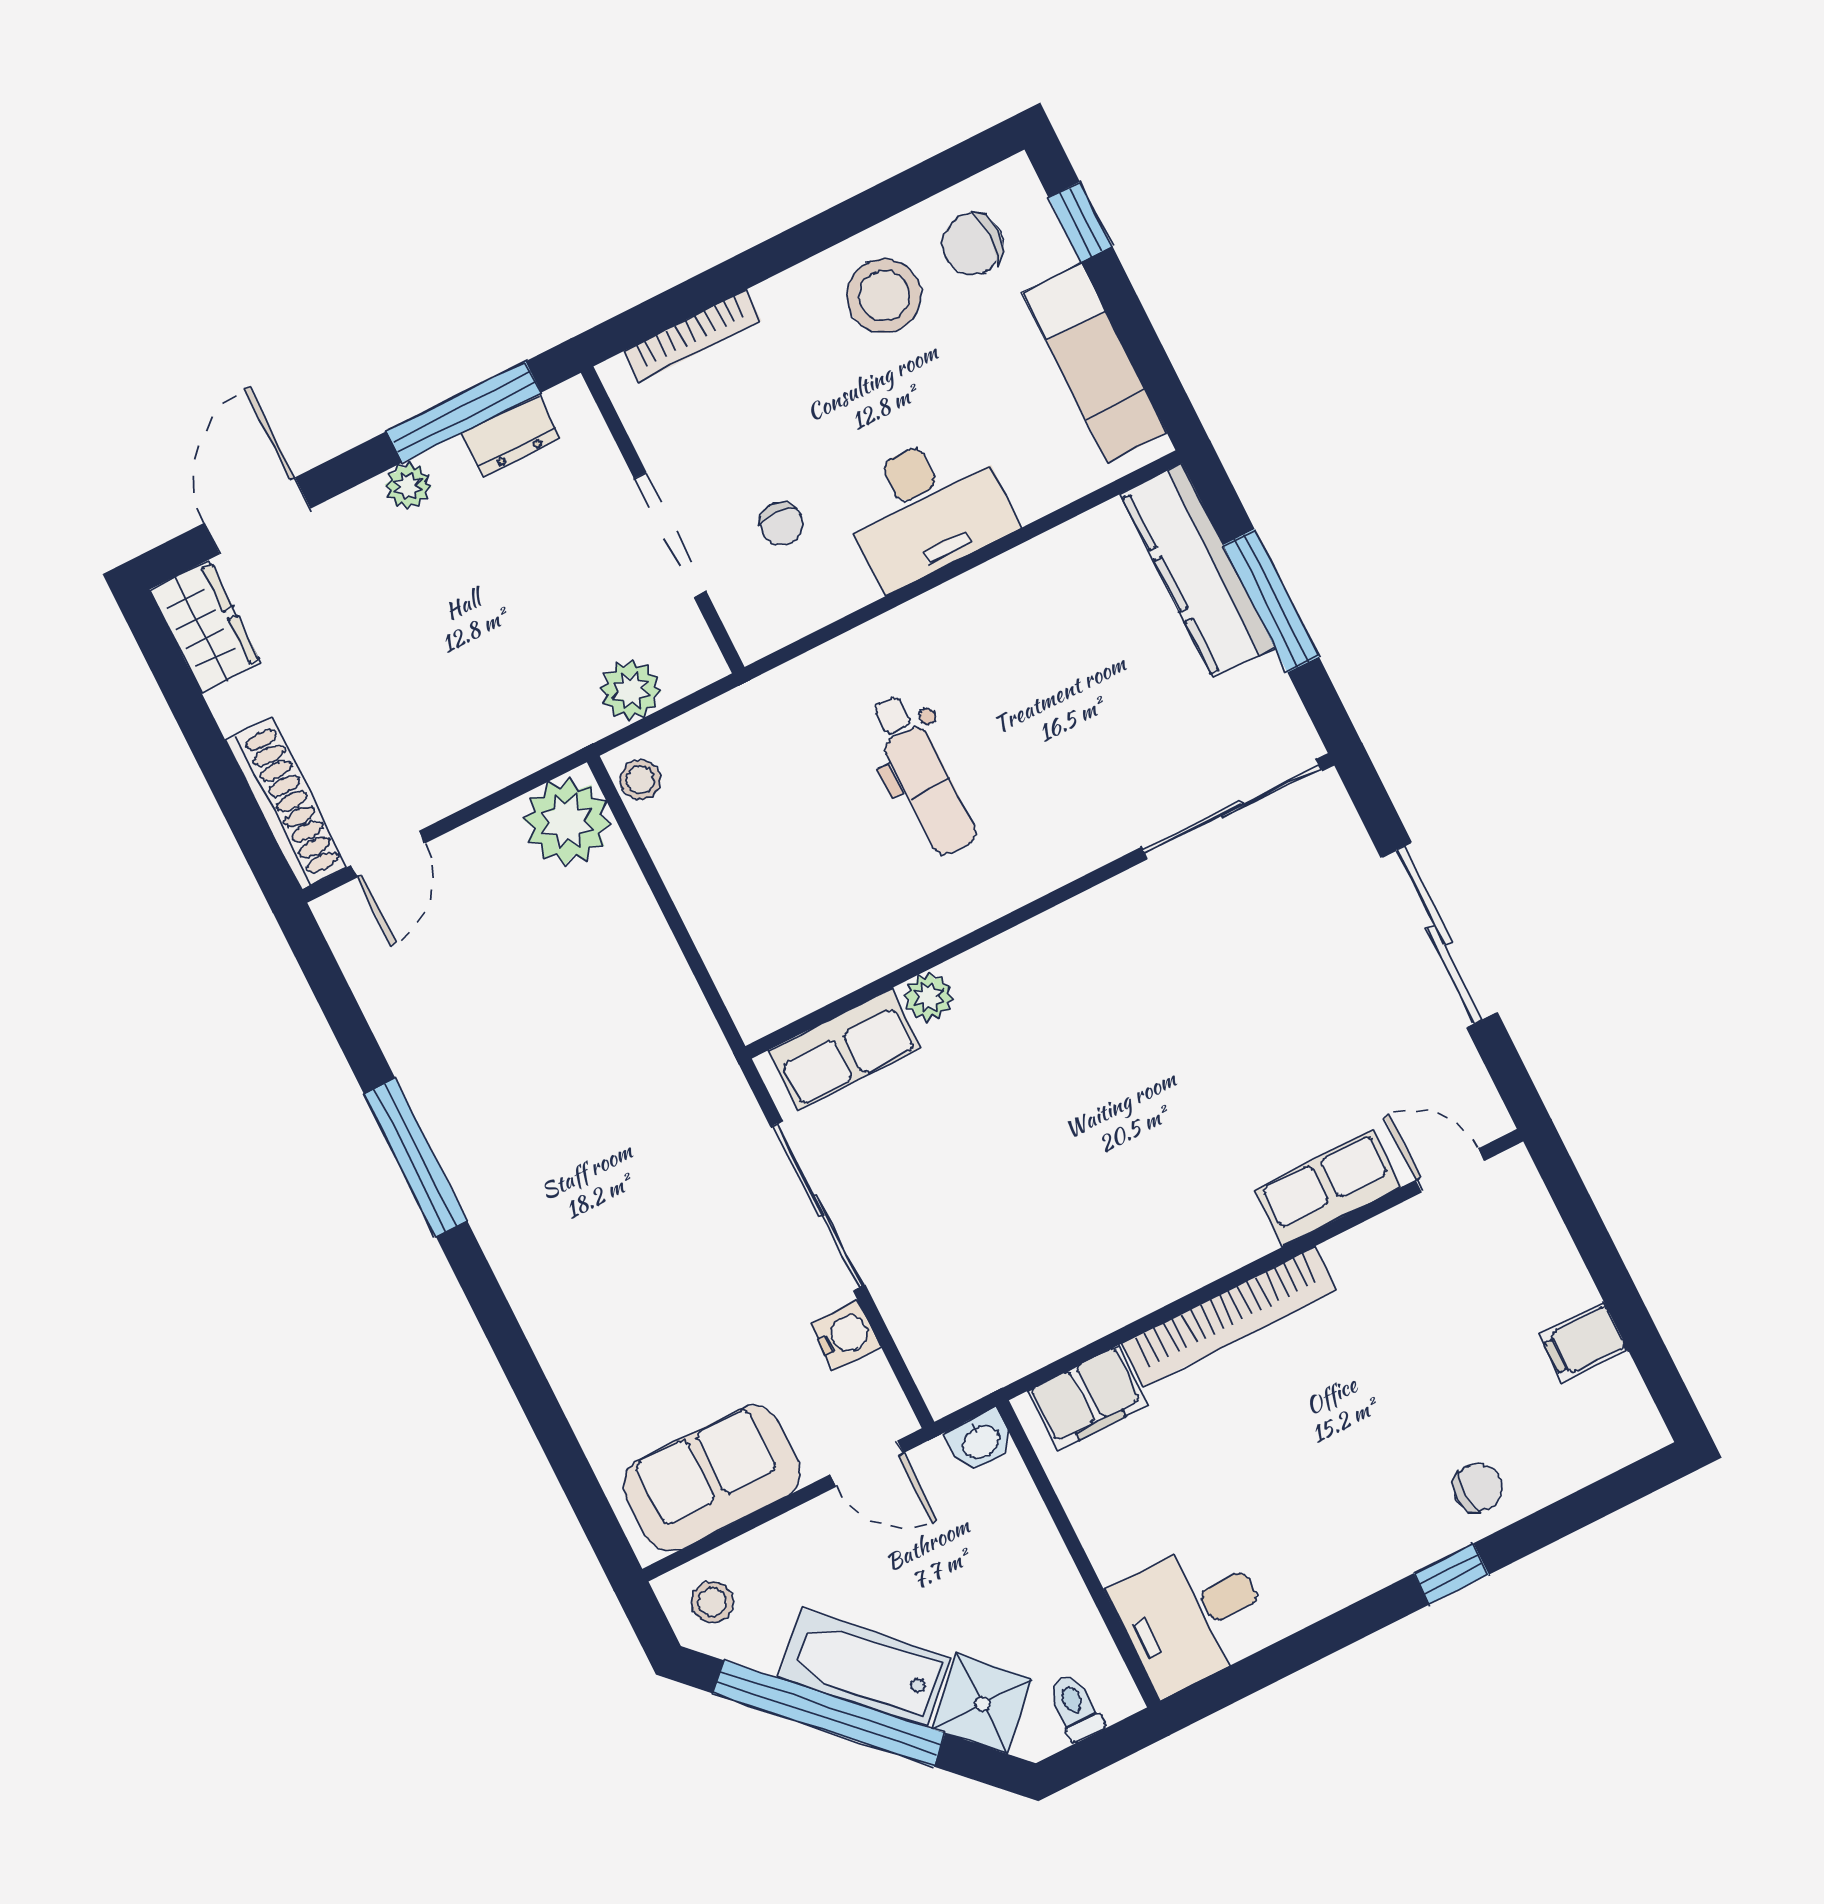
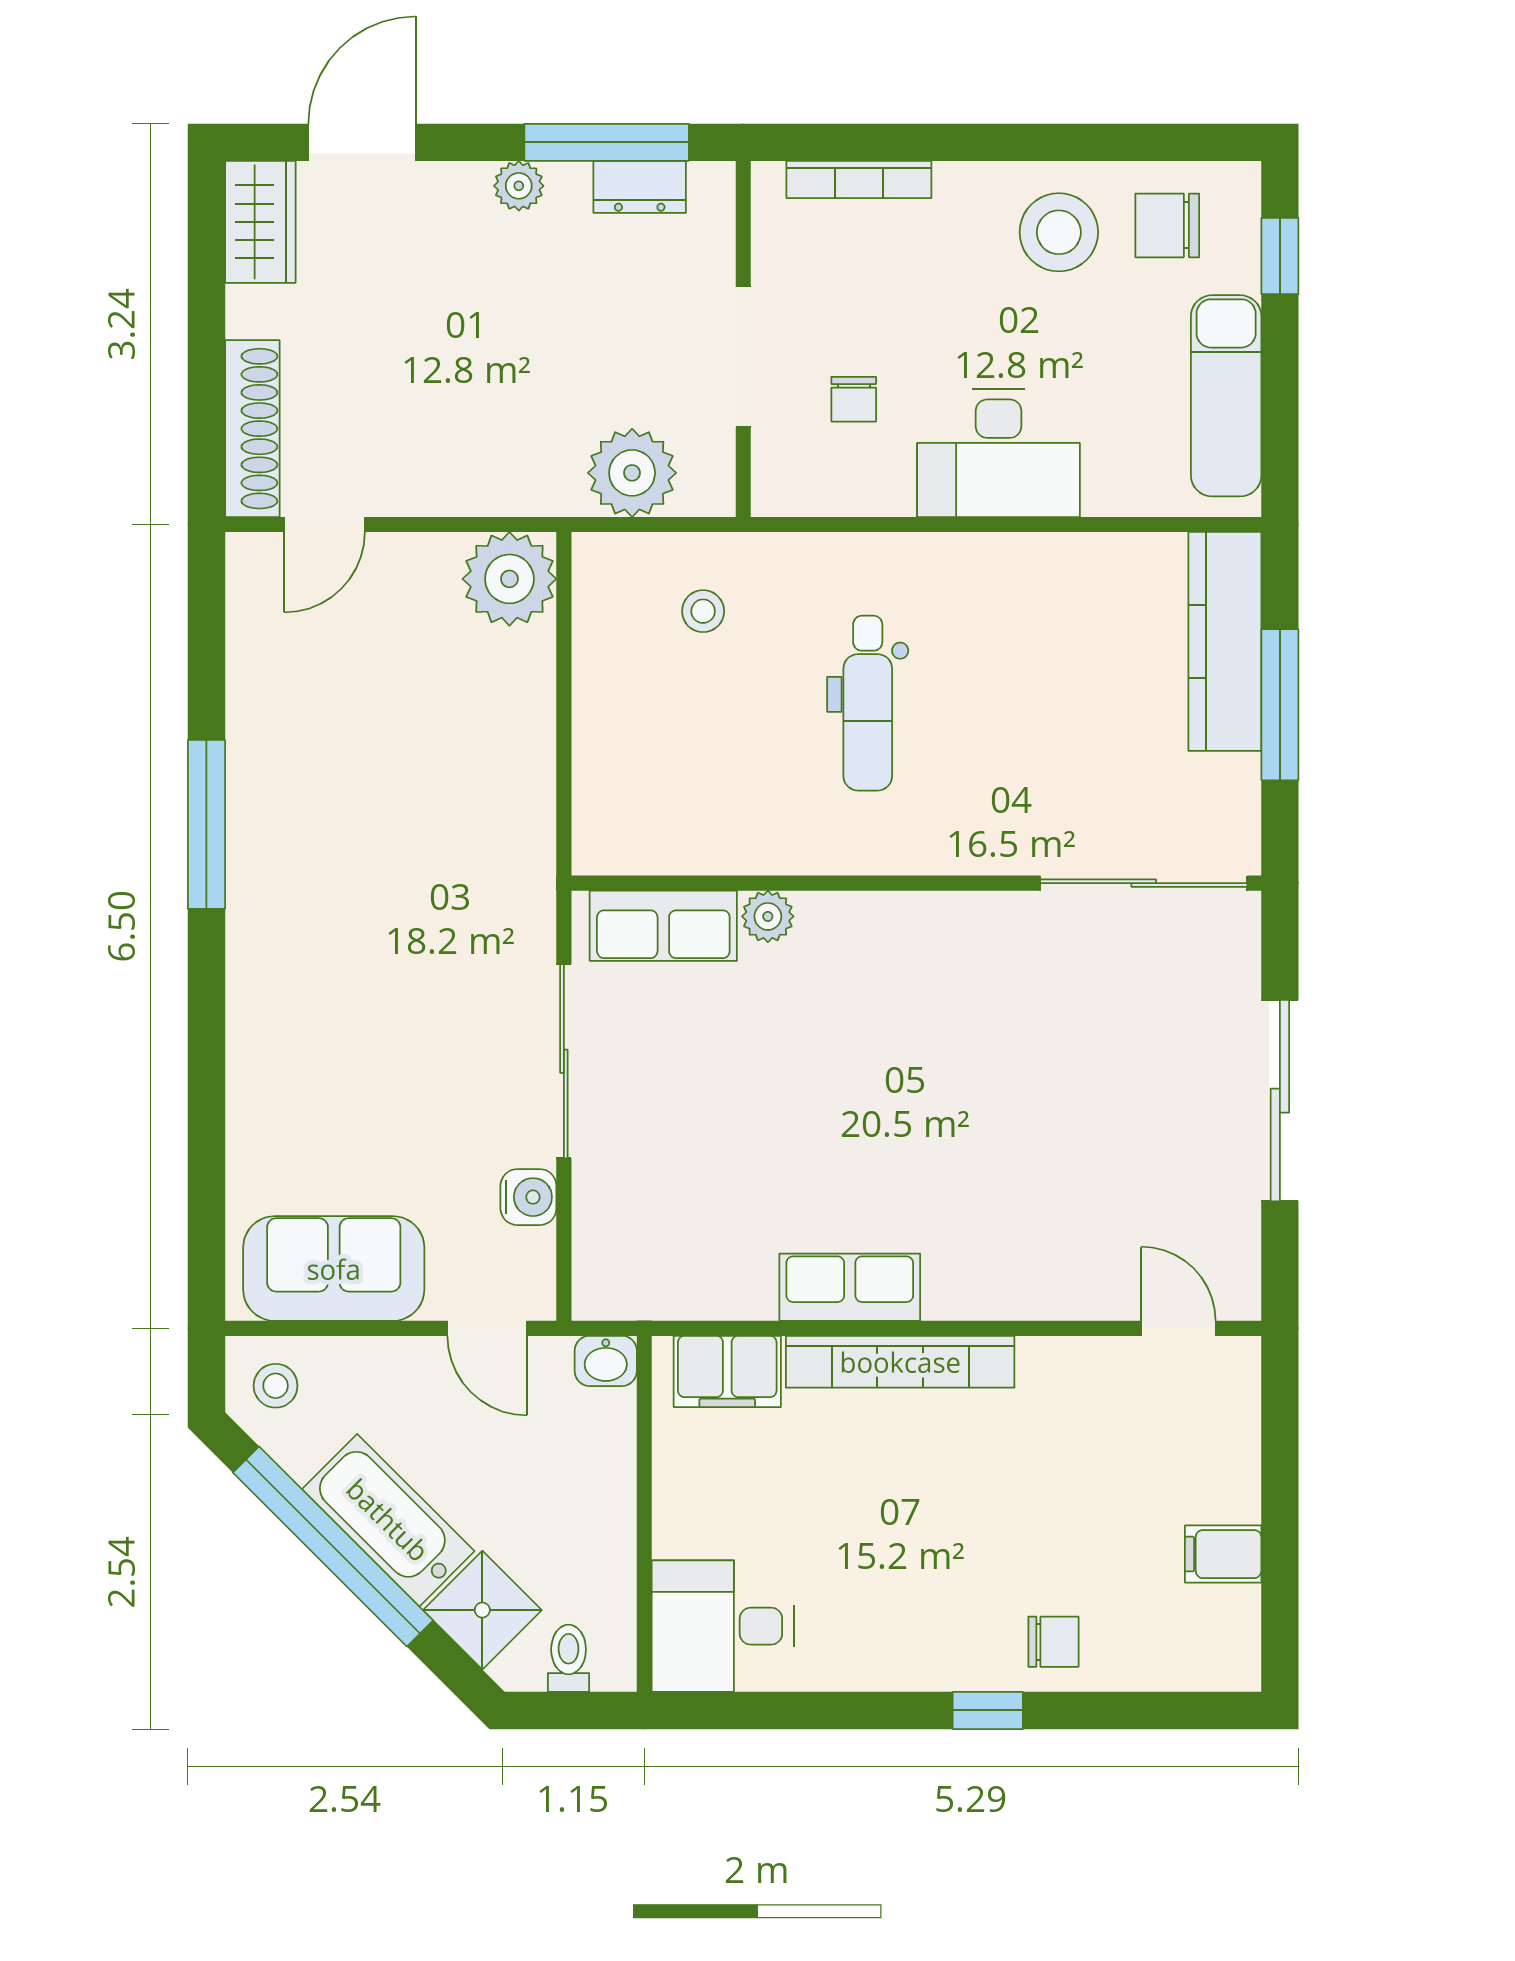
plant: (631, 690) -> (632, 473), width x1.36, depth x1.36
stool: (640, 780) -> (703, 611), moved
row of seats: (1328, 1188) -> (850, 1287), moved

